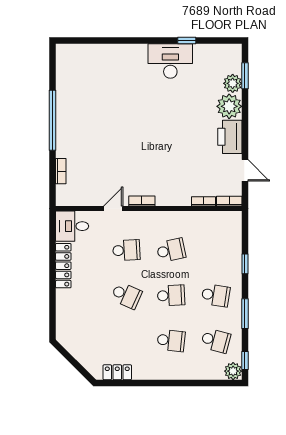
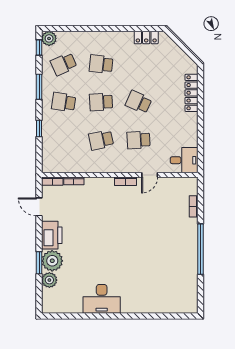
window: (187, 40) -> (88, 316), removed
window: (245, 76) -> (39, 263), moved
locker: (63, 266) -> (192, 93), moved
school desk: (216, 341) -> (64, 64), turned -39

